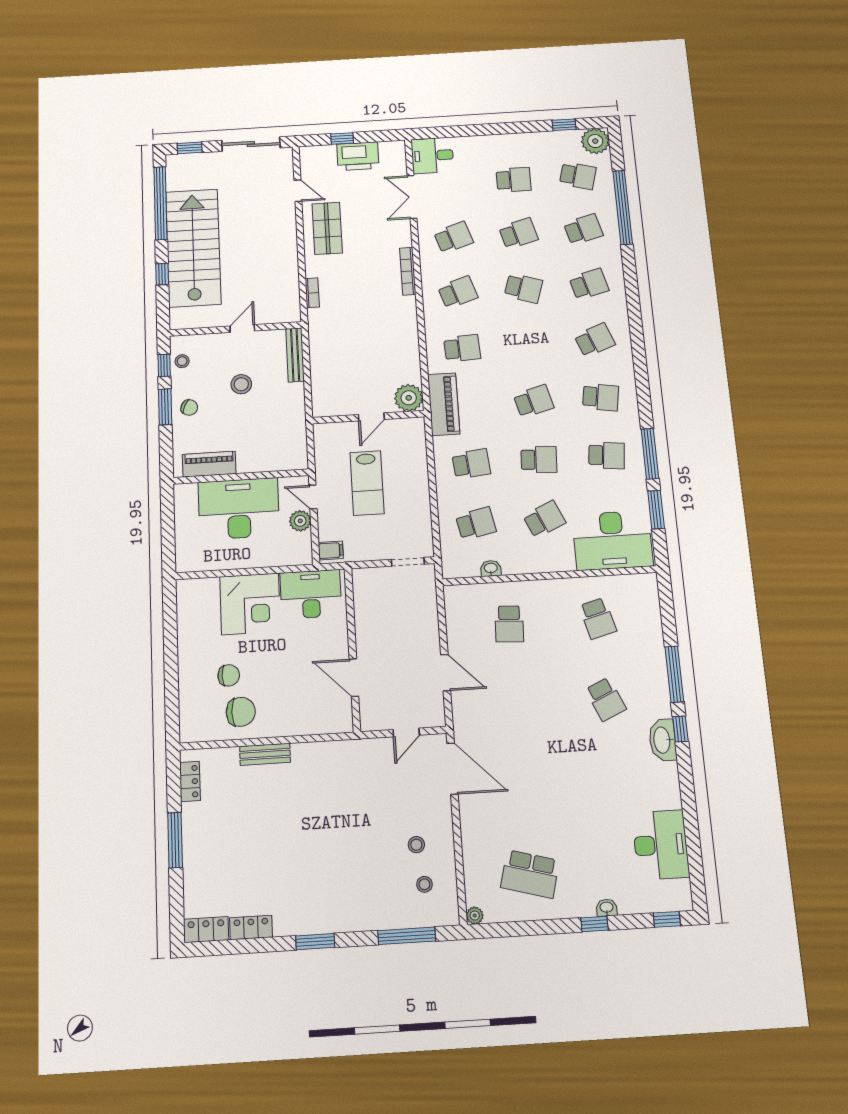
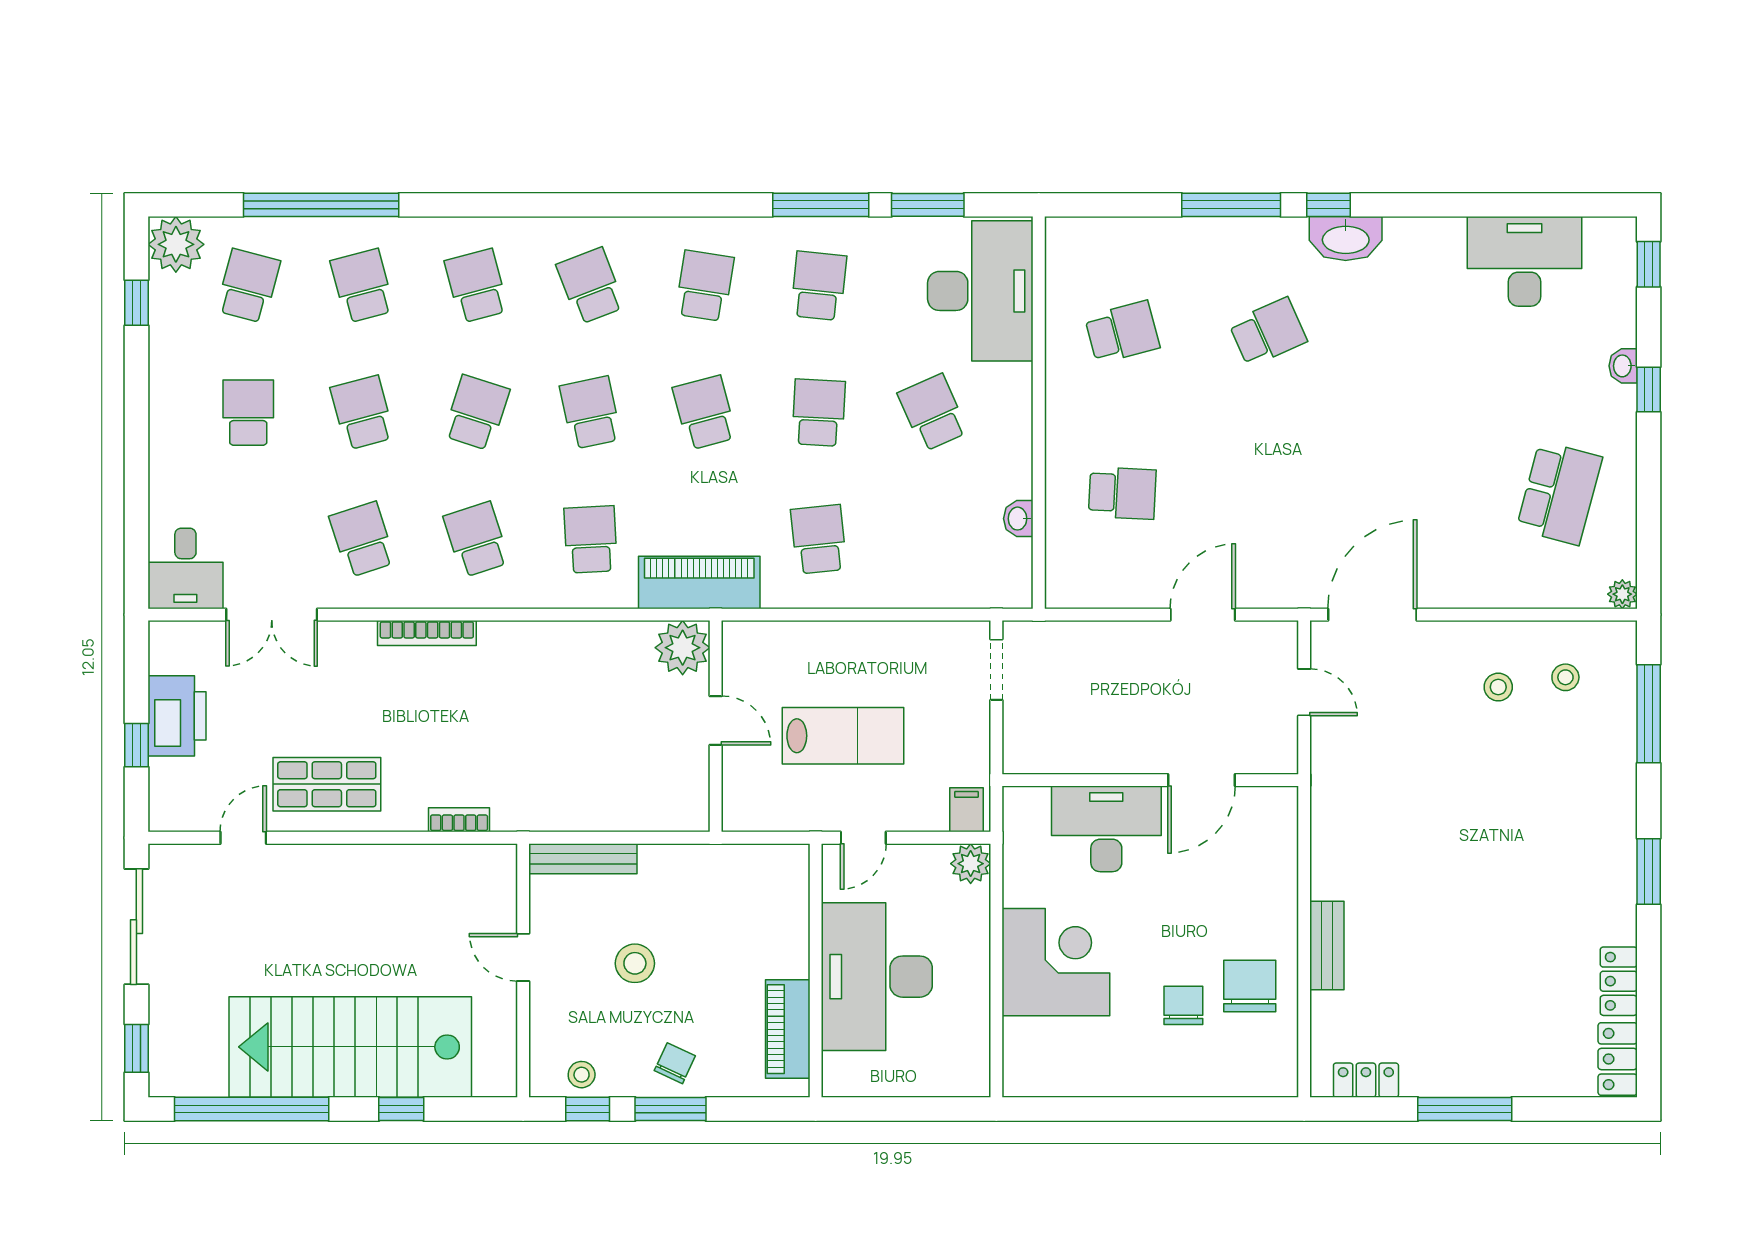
plant: (300, 521) -> (971, 864), moved
school desk: (476, 523) -> (591, 413), moved
desk: (311, 594) -> (1106, 829), moved, turned 90

